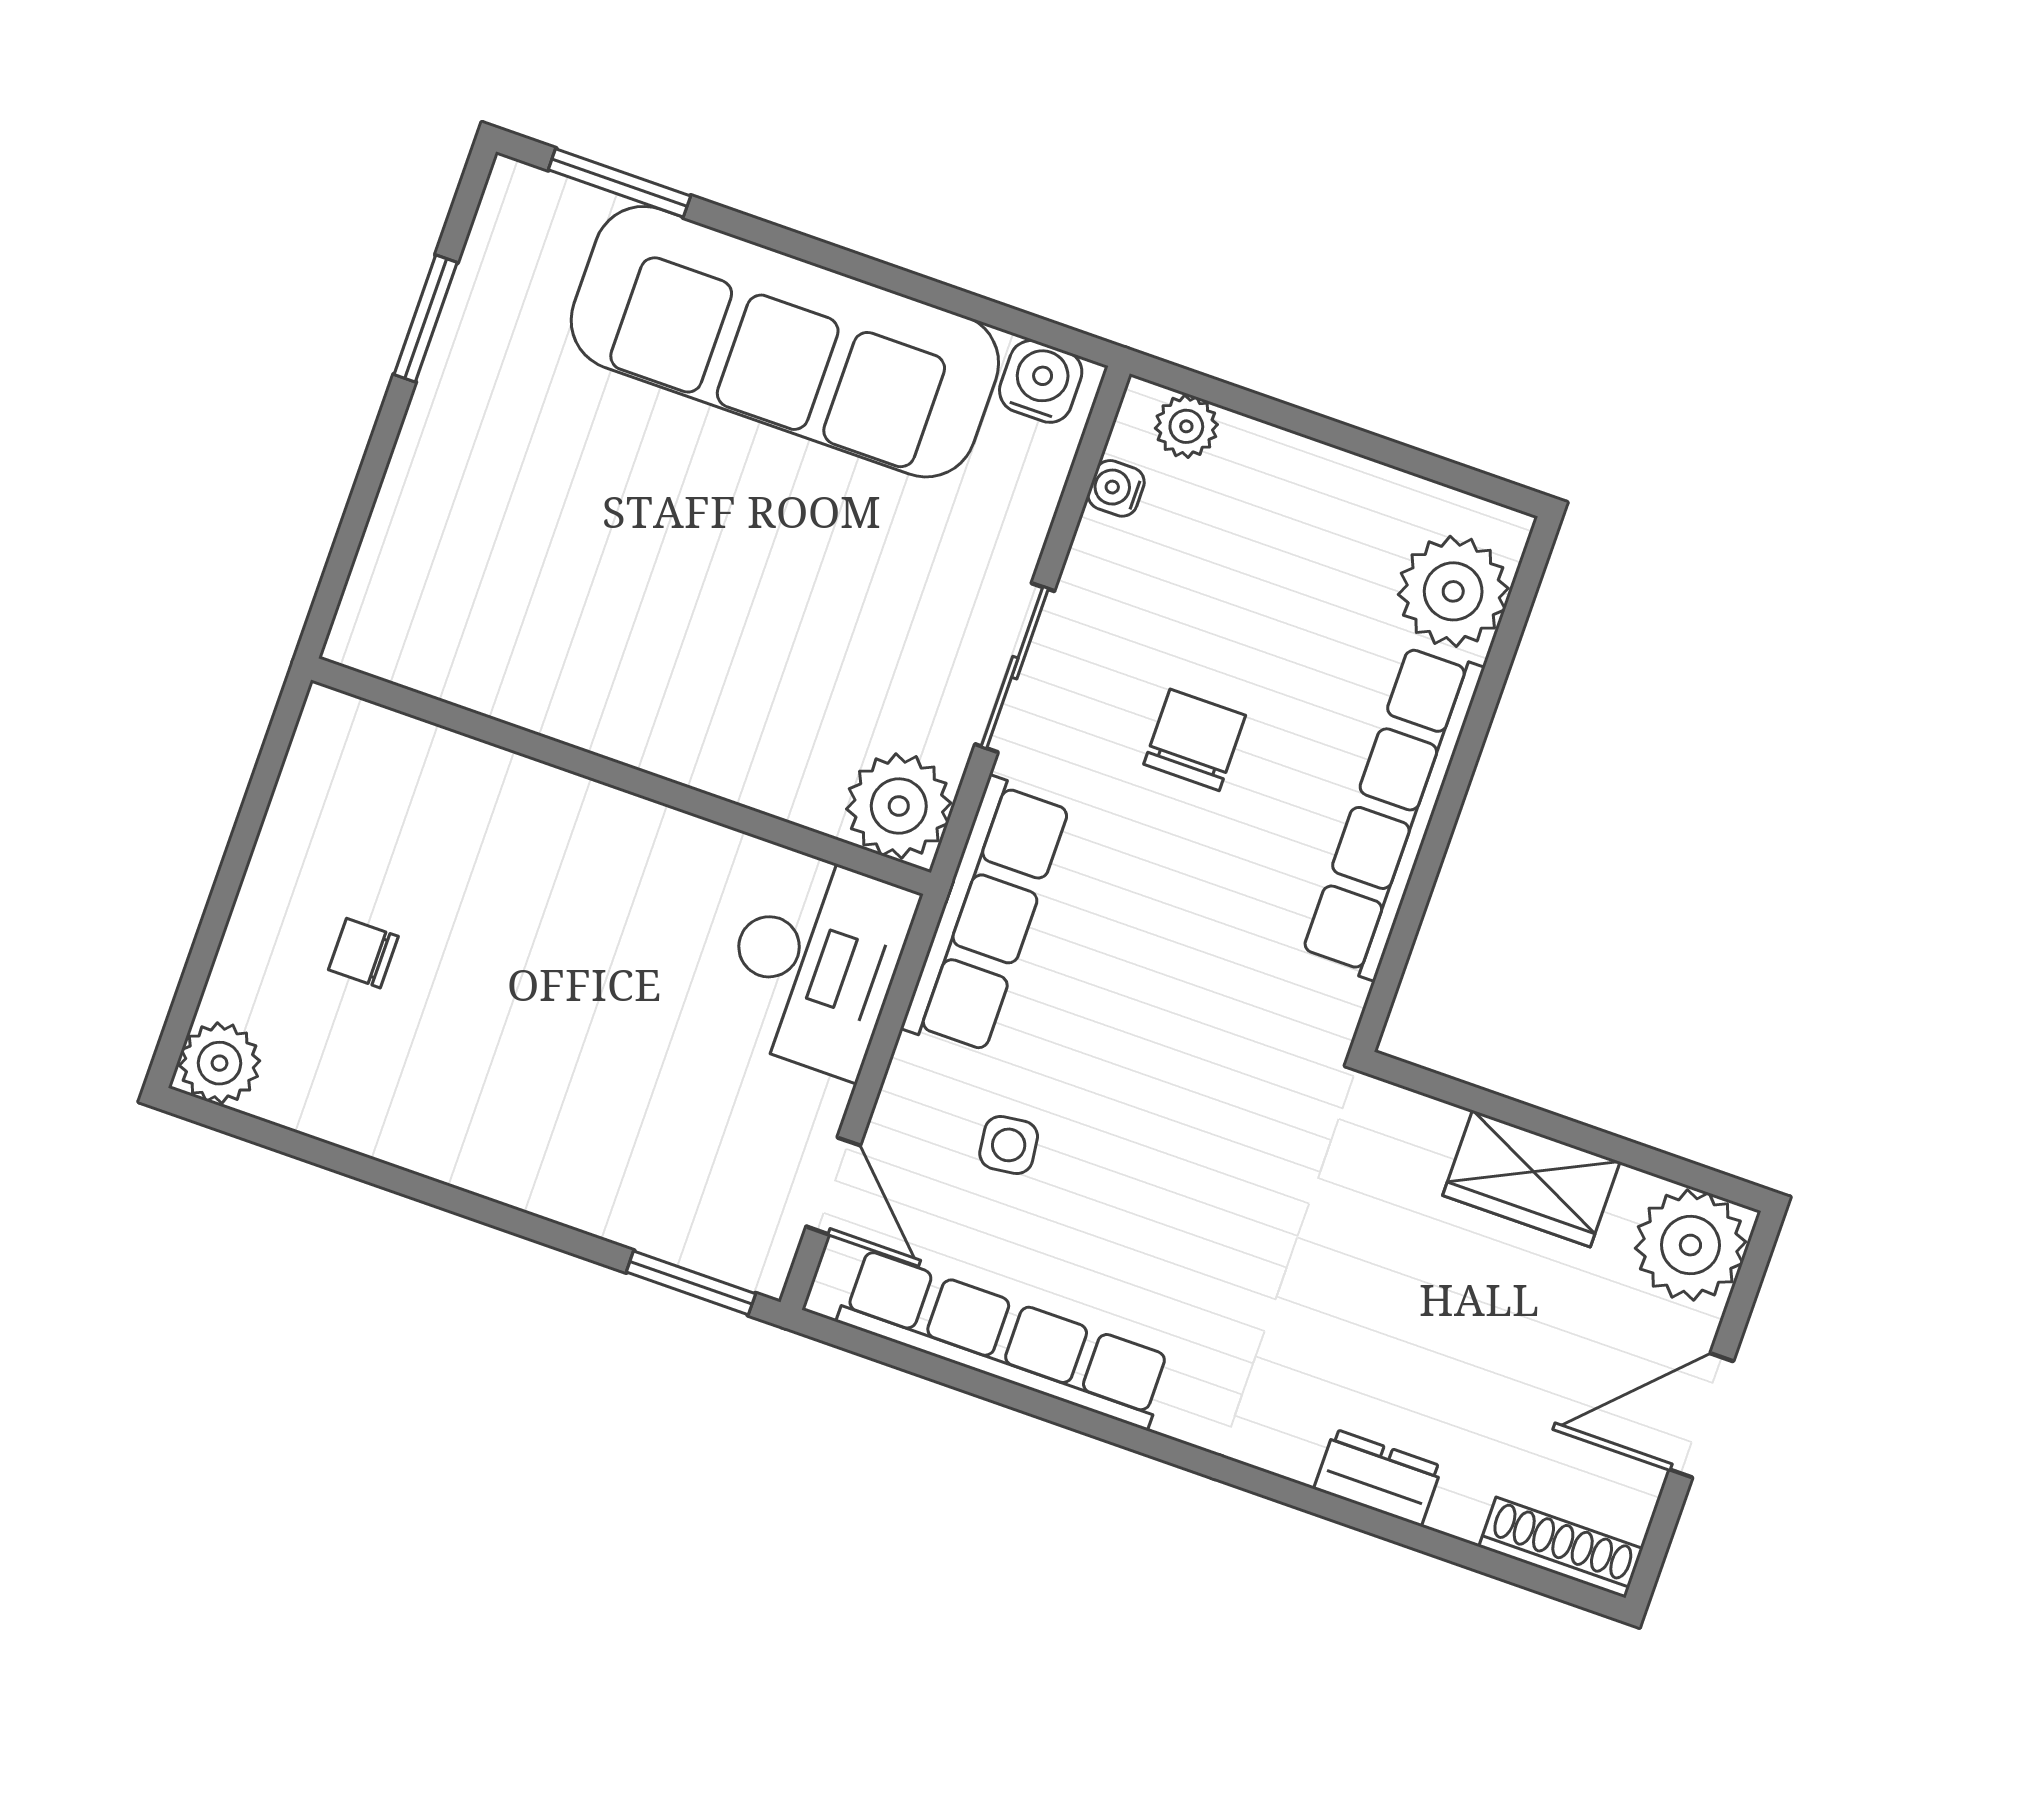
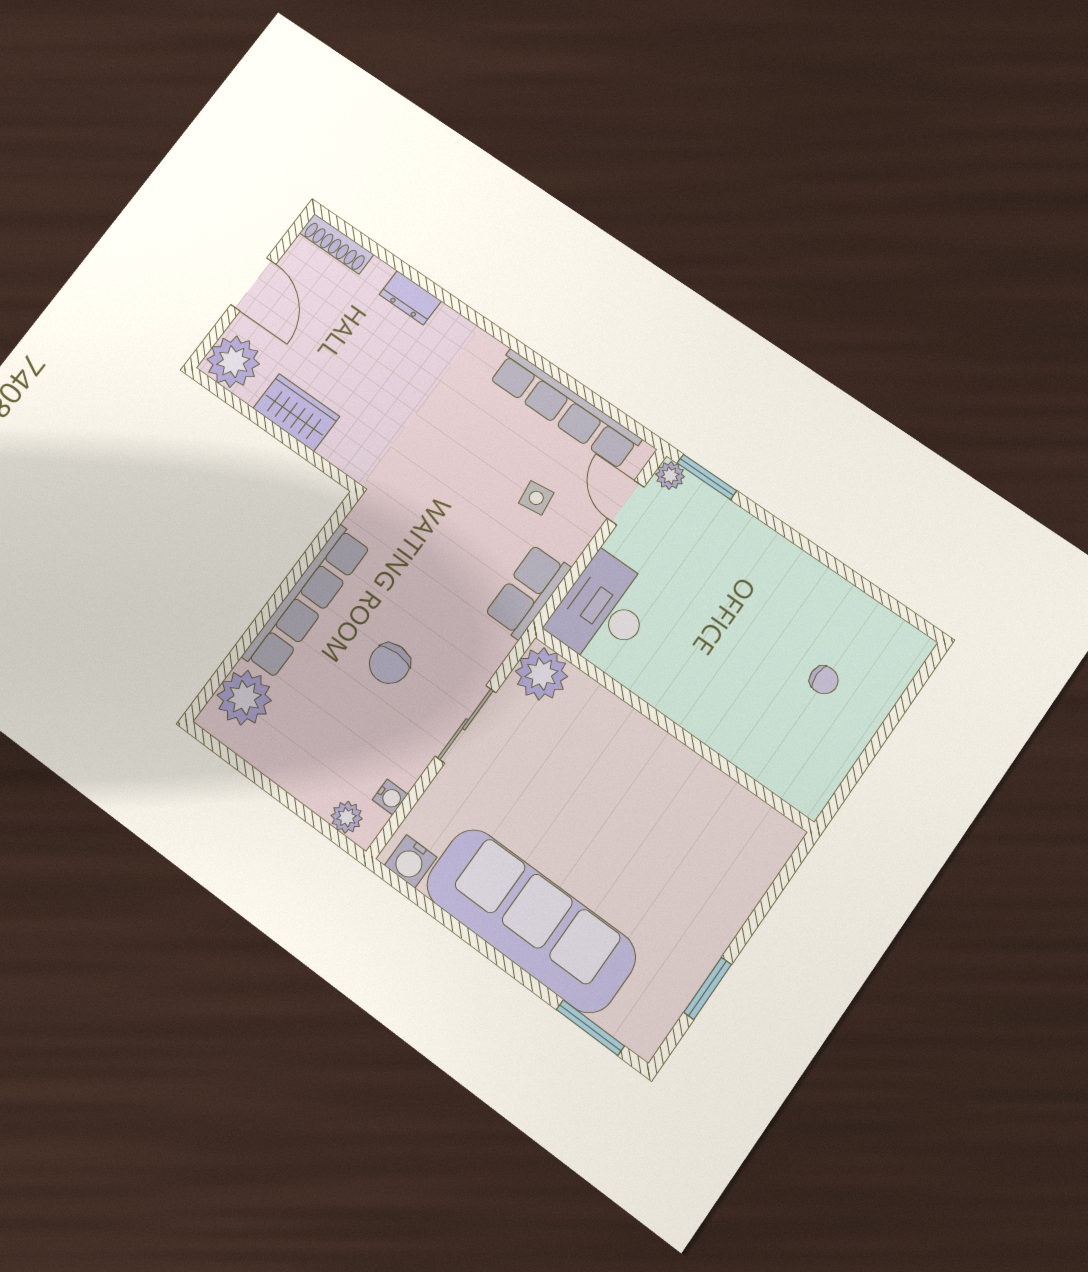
row of seats: (986, 916) -> (528, 591), width x0.68
plant: (220, 1063) -> (670, 476), moved, width x0.73, depth x0.73
door: (1701, 1415) -> (253, 284), hinge flipped

